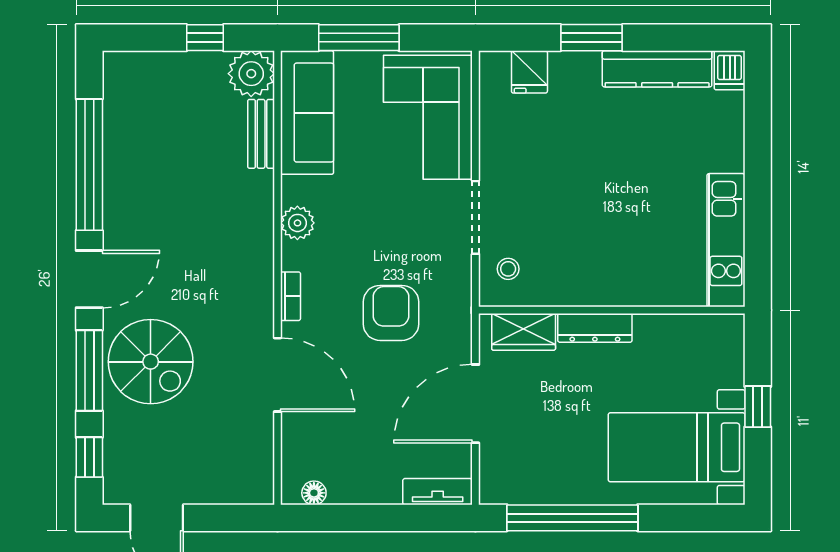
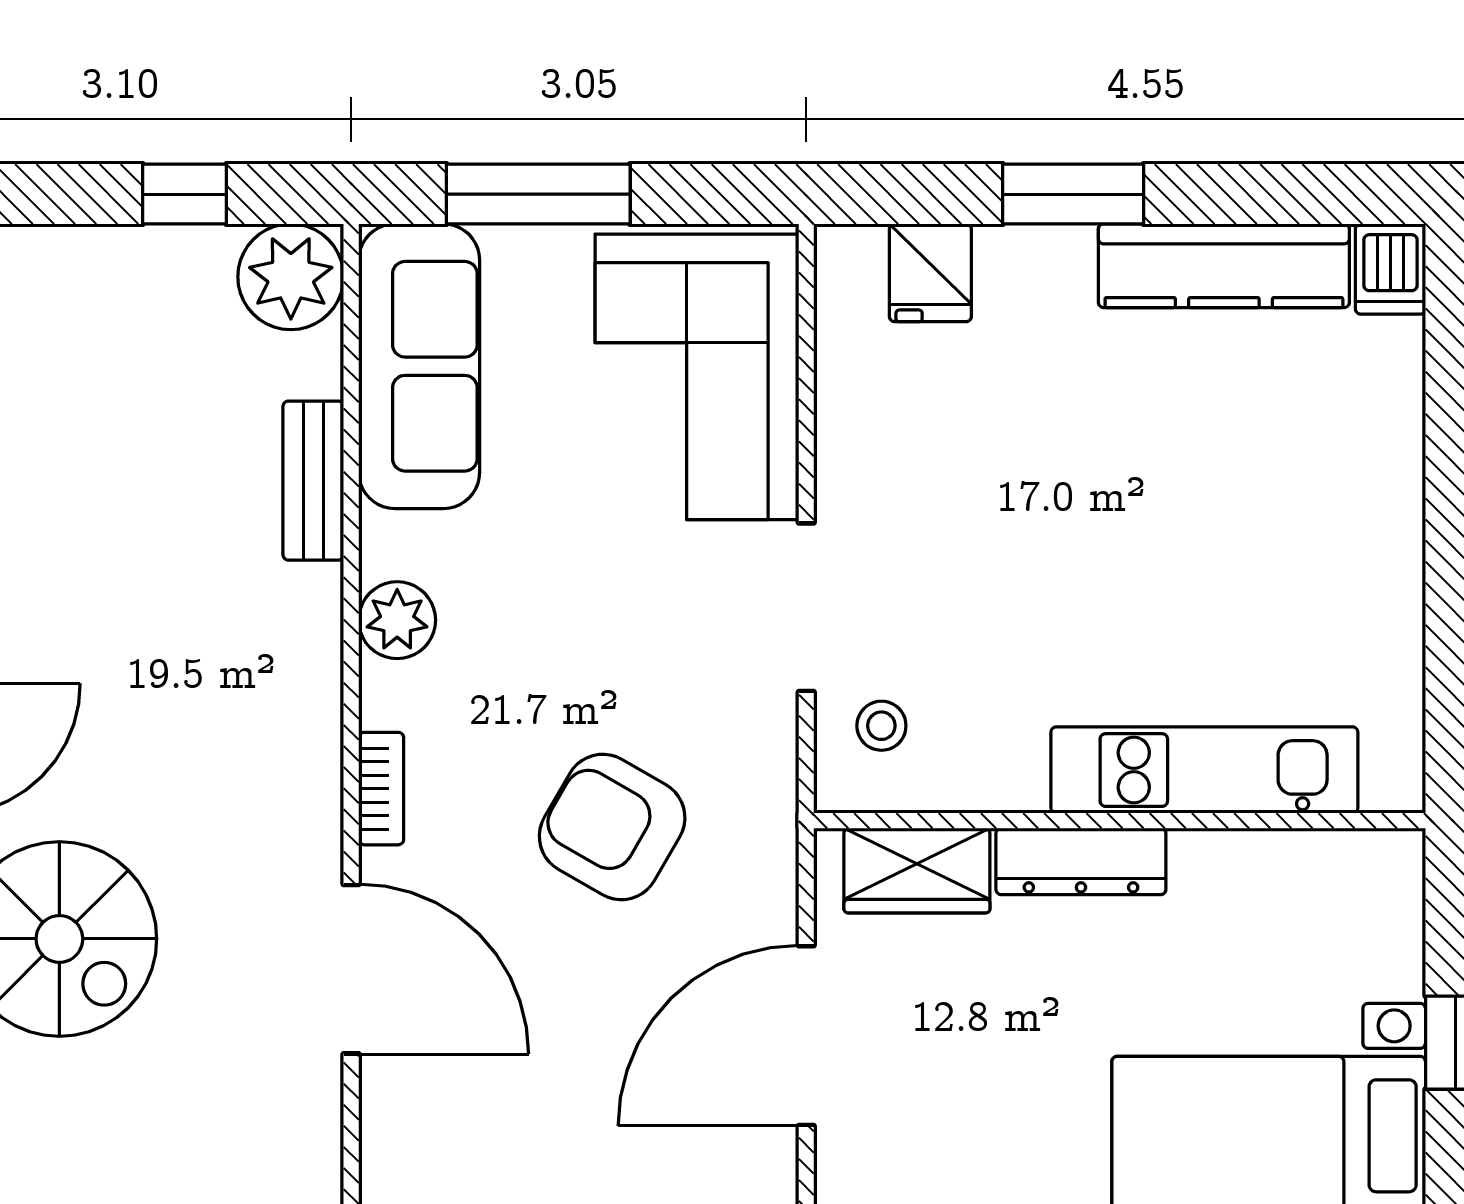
bench: (261, 134) -> (313, 481), moved
kitchen unit: (726, 240) -> (1204, 770), moved, turned 90
armchair: (391, 313) -> (612, 827), turned -60

